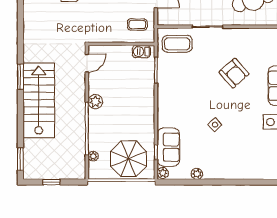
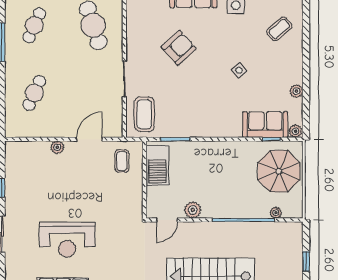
barbecue: (141, 52) -> (157, 165), width x1.88, depth x1.53
door: (87, 63) -> (167, 220), swing flipped
plant: (95, 102) -> (193, 210), moved
coffee table: (250, 159) -> (279, 29), added

